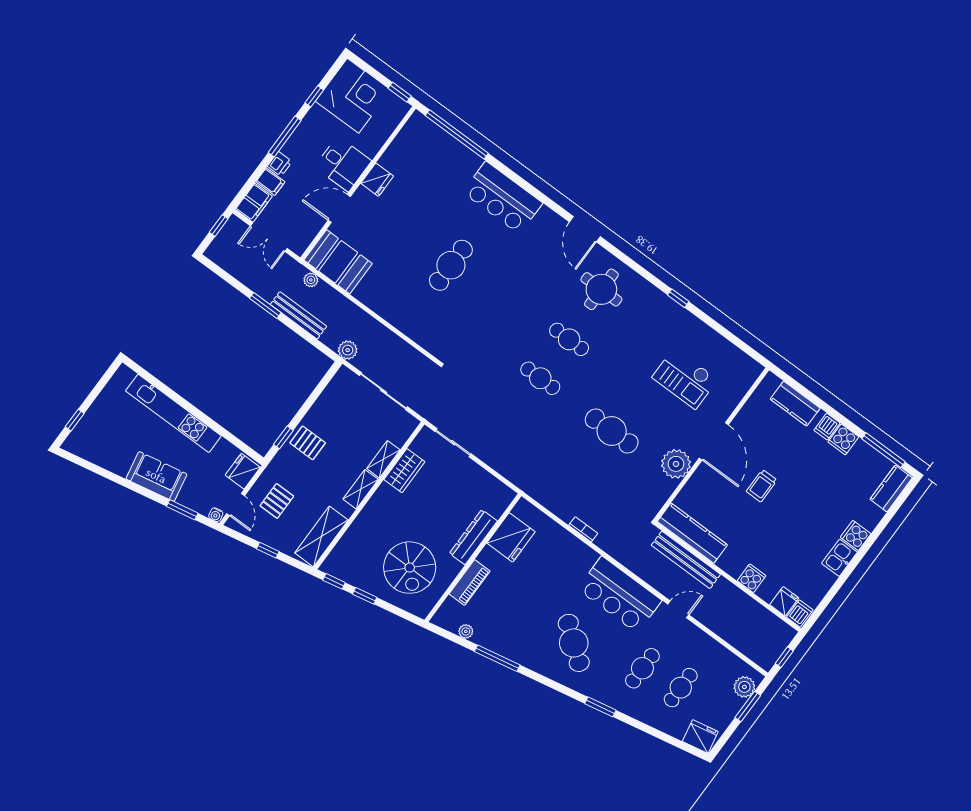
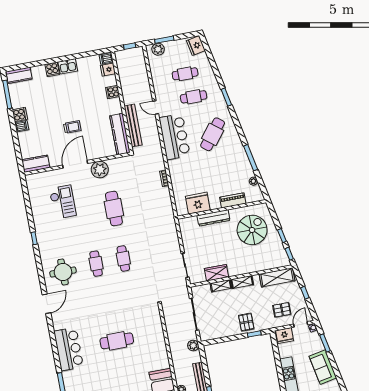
kitchen counter: (795, 404) -> (36, 164), moved, turned -90

